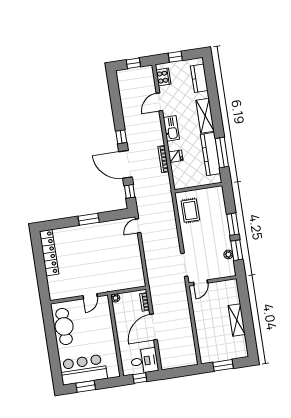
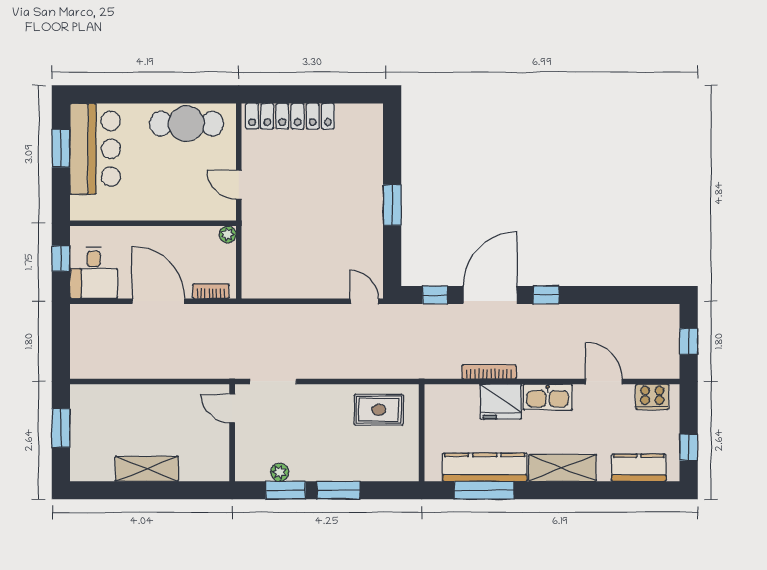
window: (175, 57) -> (689, 447), moved
fridge: (176, 156) -> (501, 402), width x1.88, depth x1.34
locker: (49, 253) -> (290, 116), moved

